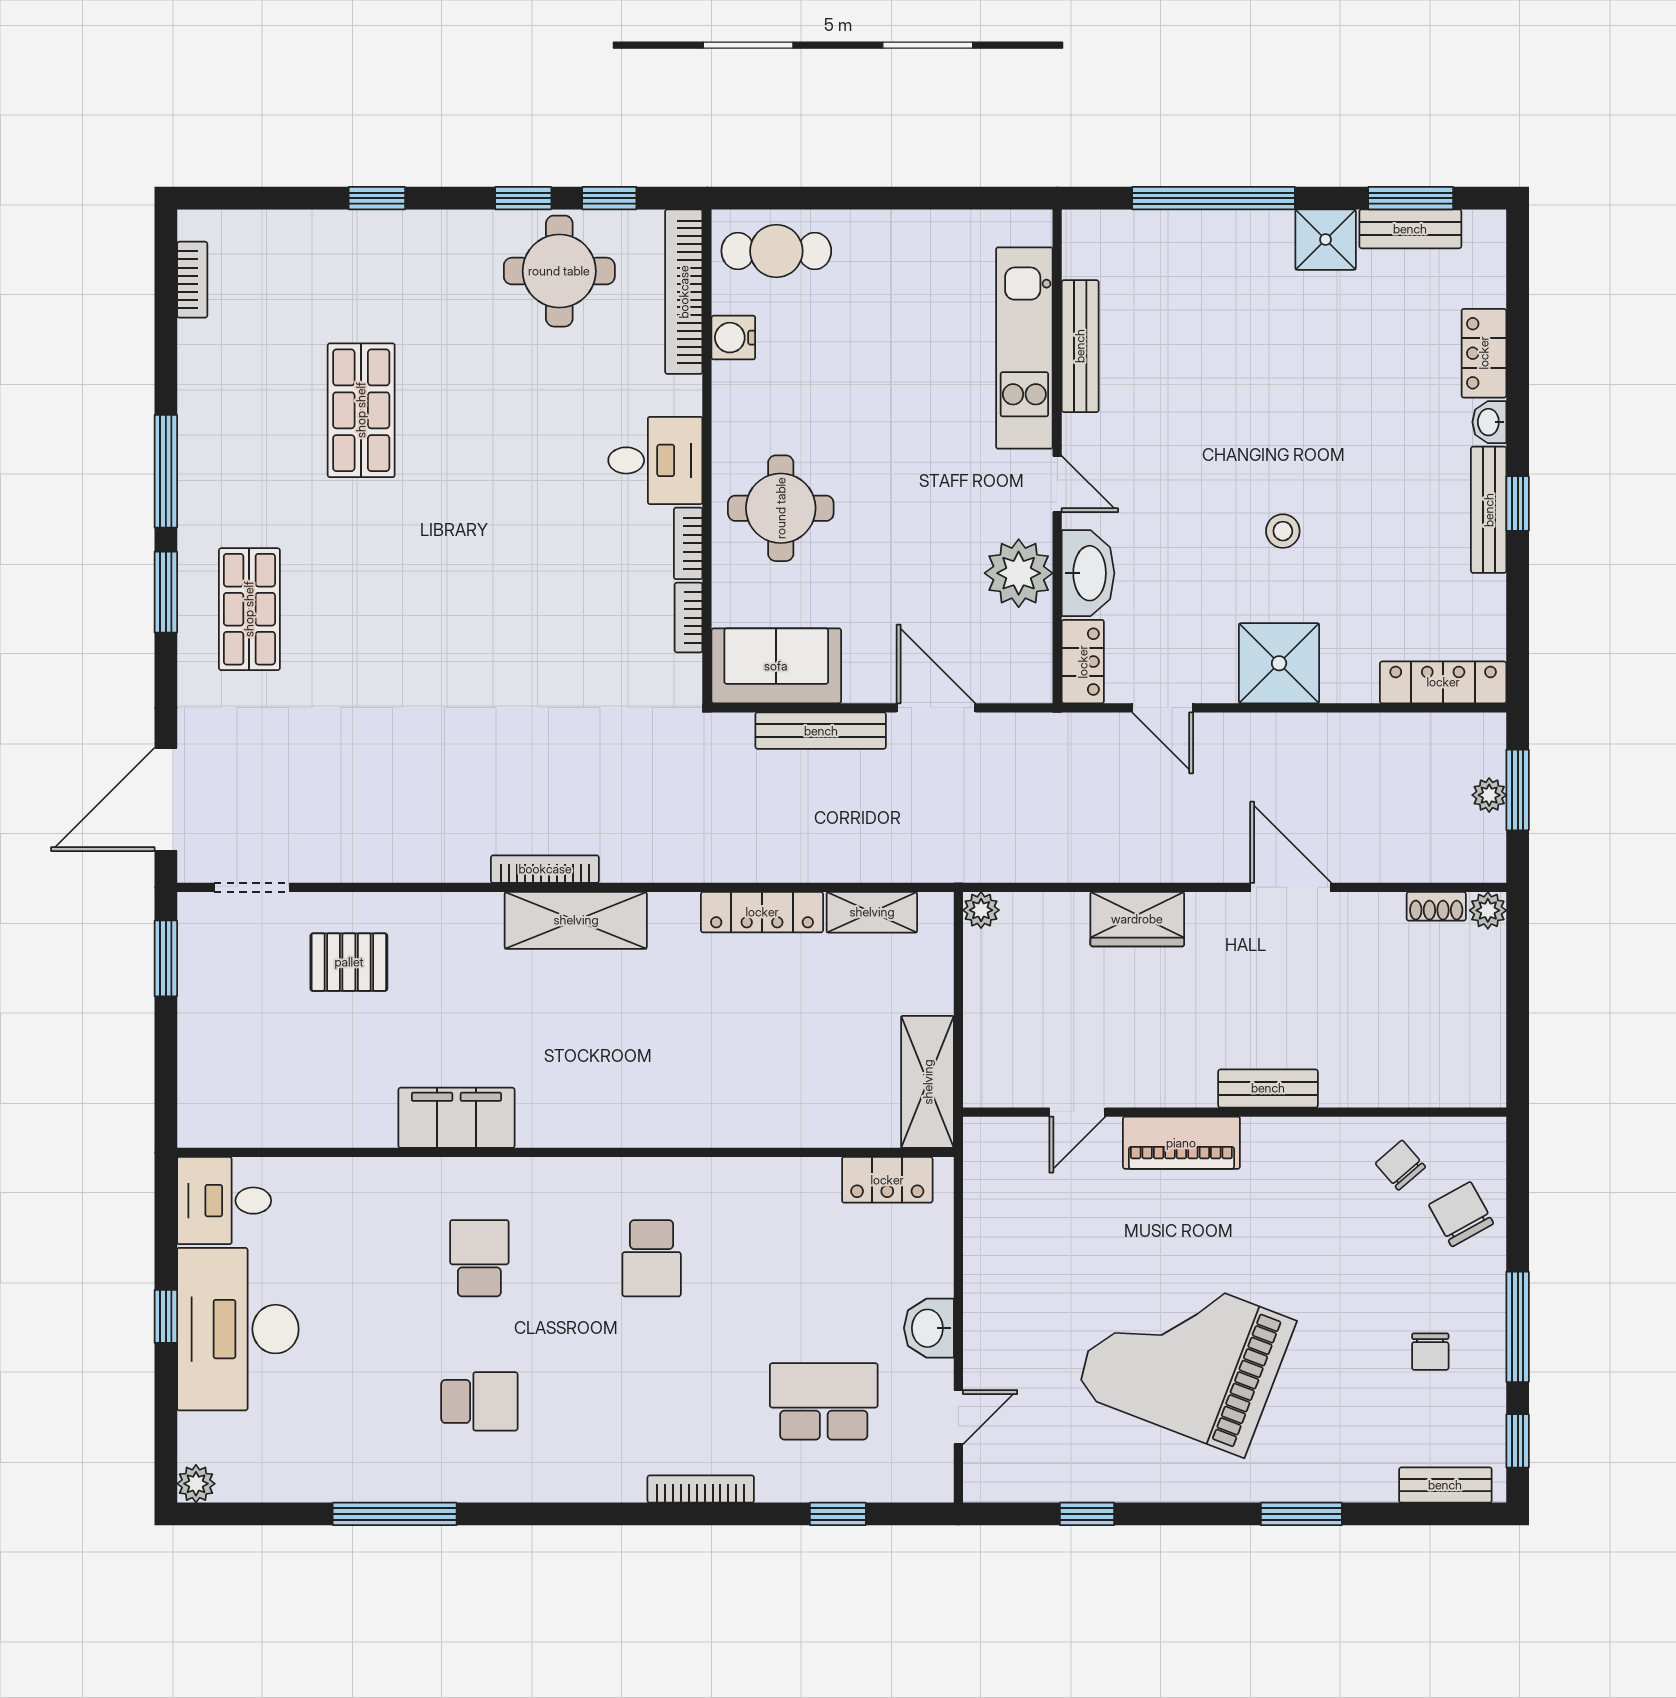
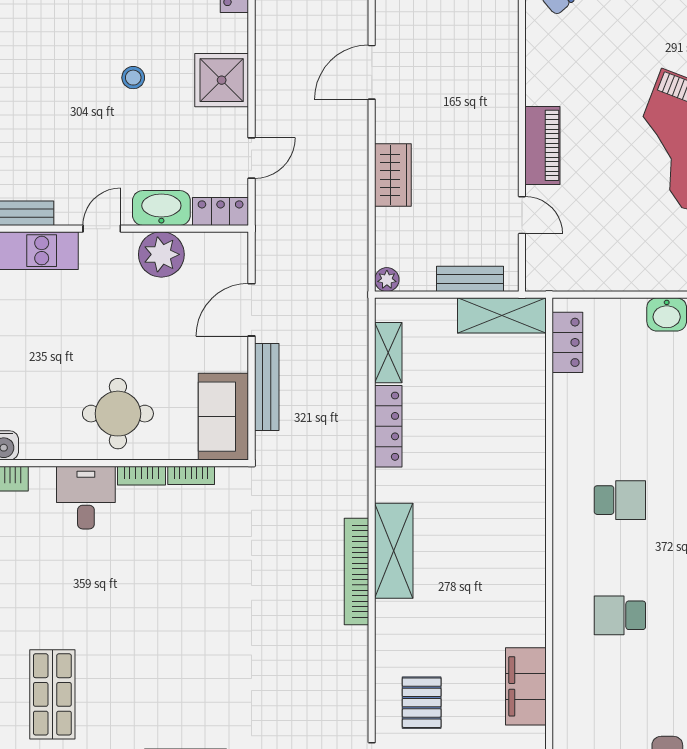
shop shelf: (361, 410) -> (52, 694), turned 90
bookcase: (545, 869) -> (357, 571), width x1.48, depth x1.31
bench: (1268, 1088) -> (470, 279), moved, turned 90
filing cabinet: (456, 1118) -> (526, 686), moved

